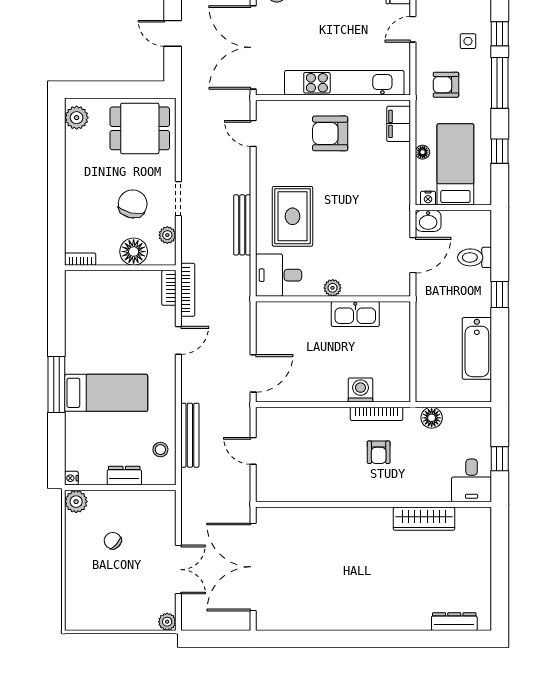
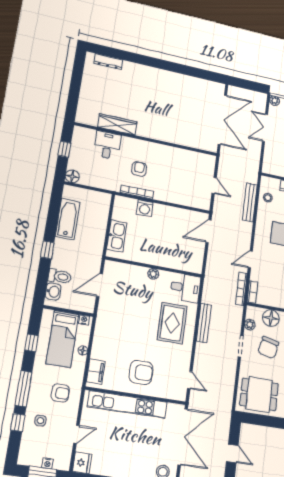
washbasin: (428, 221) -> (53, 291), moved, turned 90
kitchen sink: (355, 314) -> (117, 236), moved, turned 90
floor lamp: (432, 418) -> (72, 176), moved
desk: (472, 480) -> (107, 145), moved

